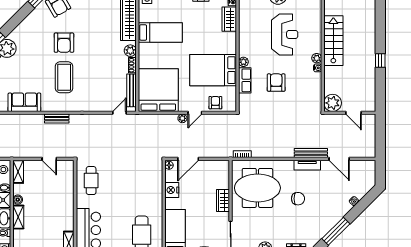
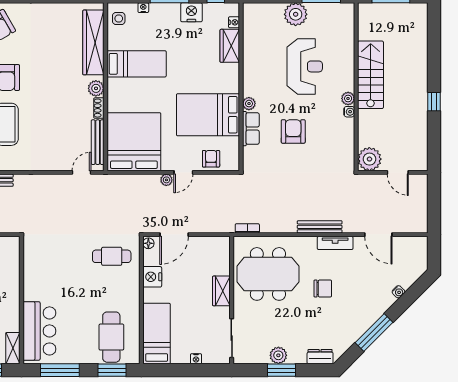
bench: (311, 153) -> (320, 227), moved
cafe table: (91, 181) -> (112, 256), moved, turned 90

